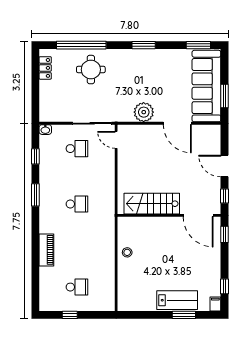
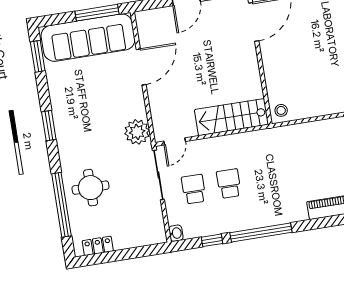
window: (224, 96) -> (97, 13), width x1.44
plant: (144, 112) -> (137, 132), moved
window: (35, 195) -> (261, 233), width x2.11
school desk: (77, 204) -> (229, 184), moved
stairs: (152, 204) -> (231, 117), moved, turned 90
stool: (127, 252) -> (281, 110), moved

